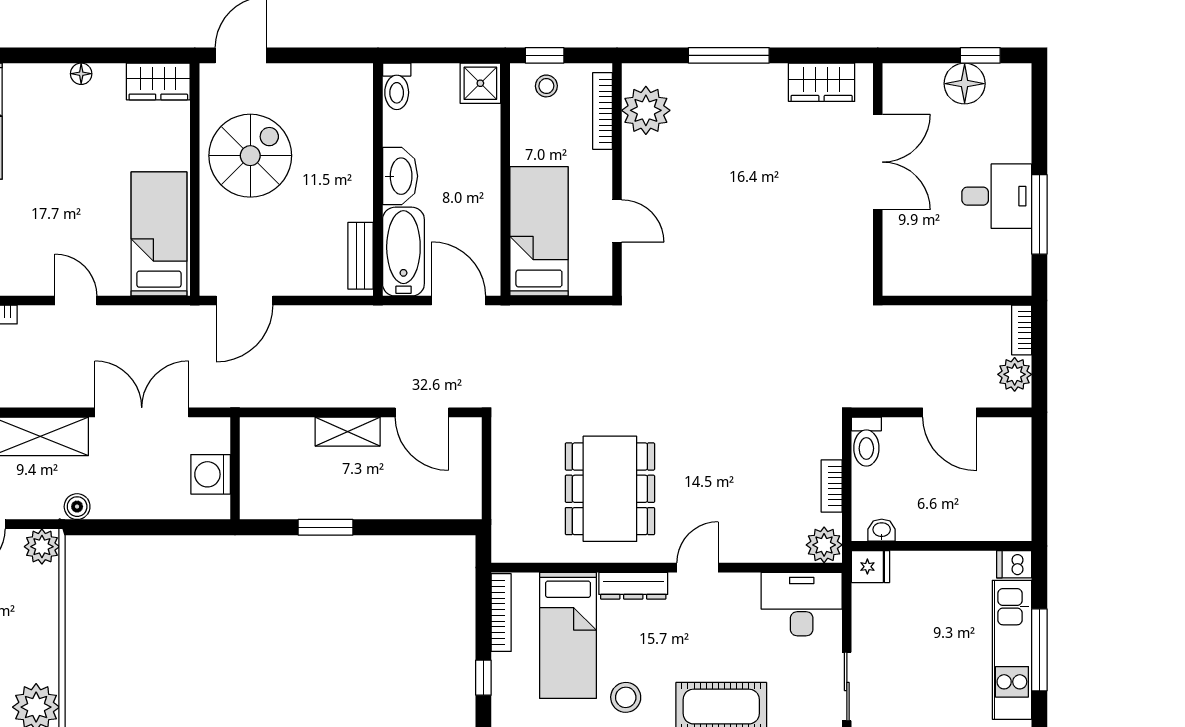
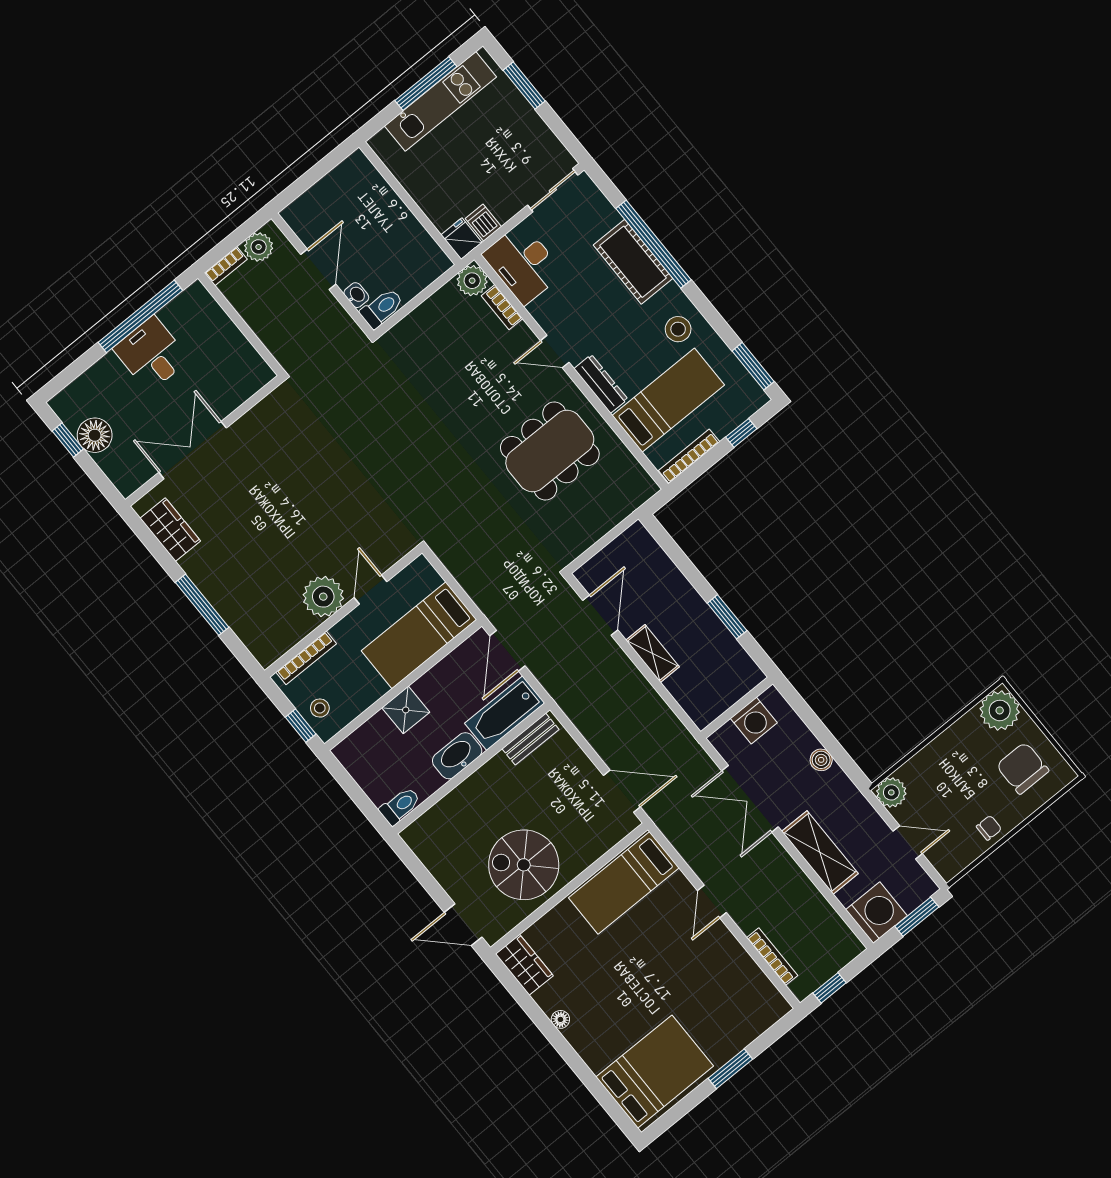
shower: (480, 83) -> (406, 710), moved
plant: (646, 110) -> (323, 597), moved
window: (1039, 214) -> (140, 316), width x1.46
bookcase: (832, 486) -> (502, 307), moved, turned 90
boiler: (77, 507) -> (821, 760), moved
washbasin: (882, 530) -> (356, 295), moved, turned 180
dishwasher: (1014, 564) -> (483, 223), moved, turned 180

